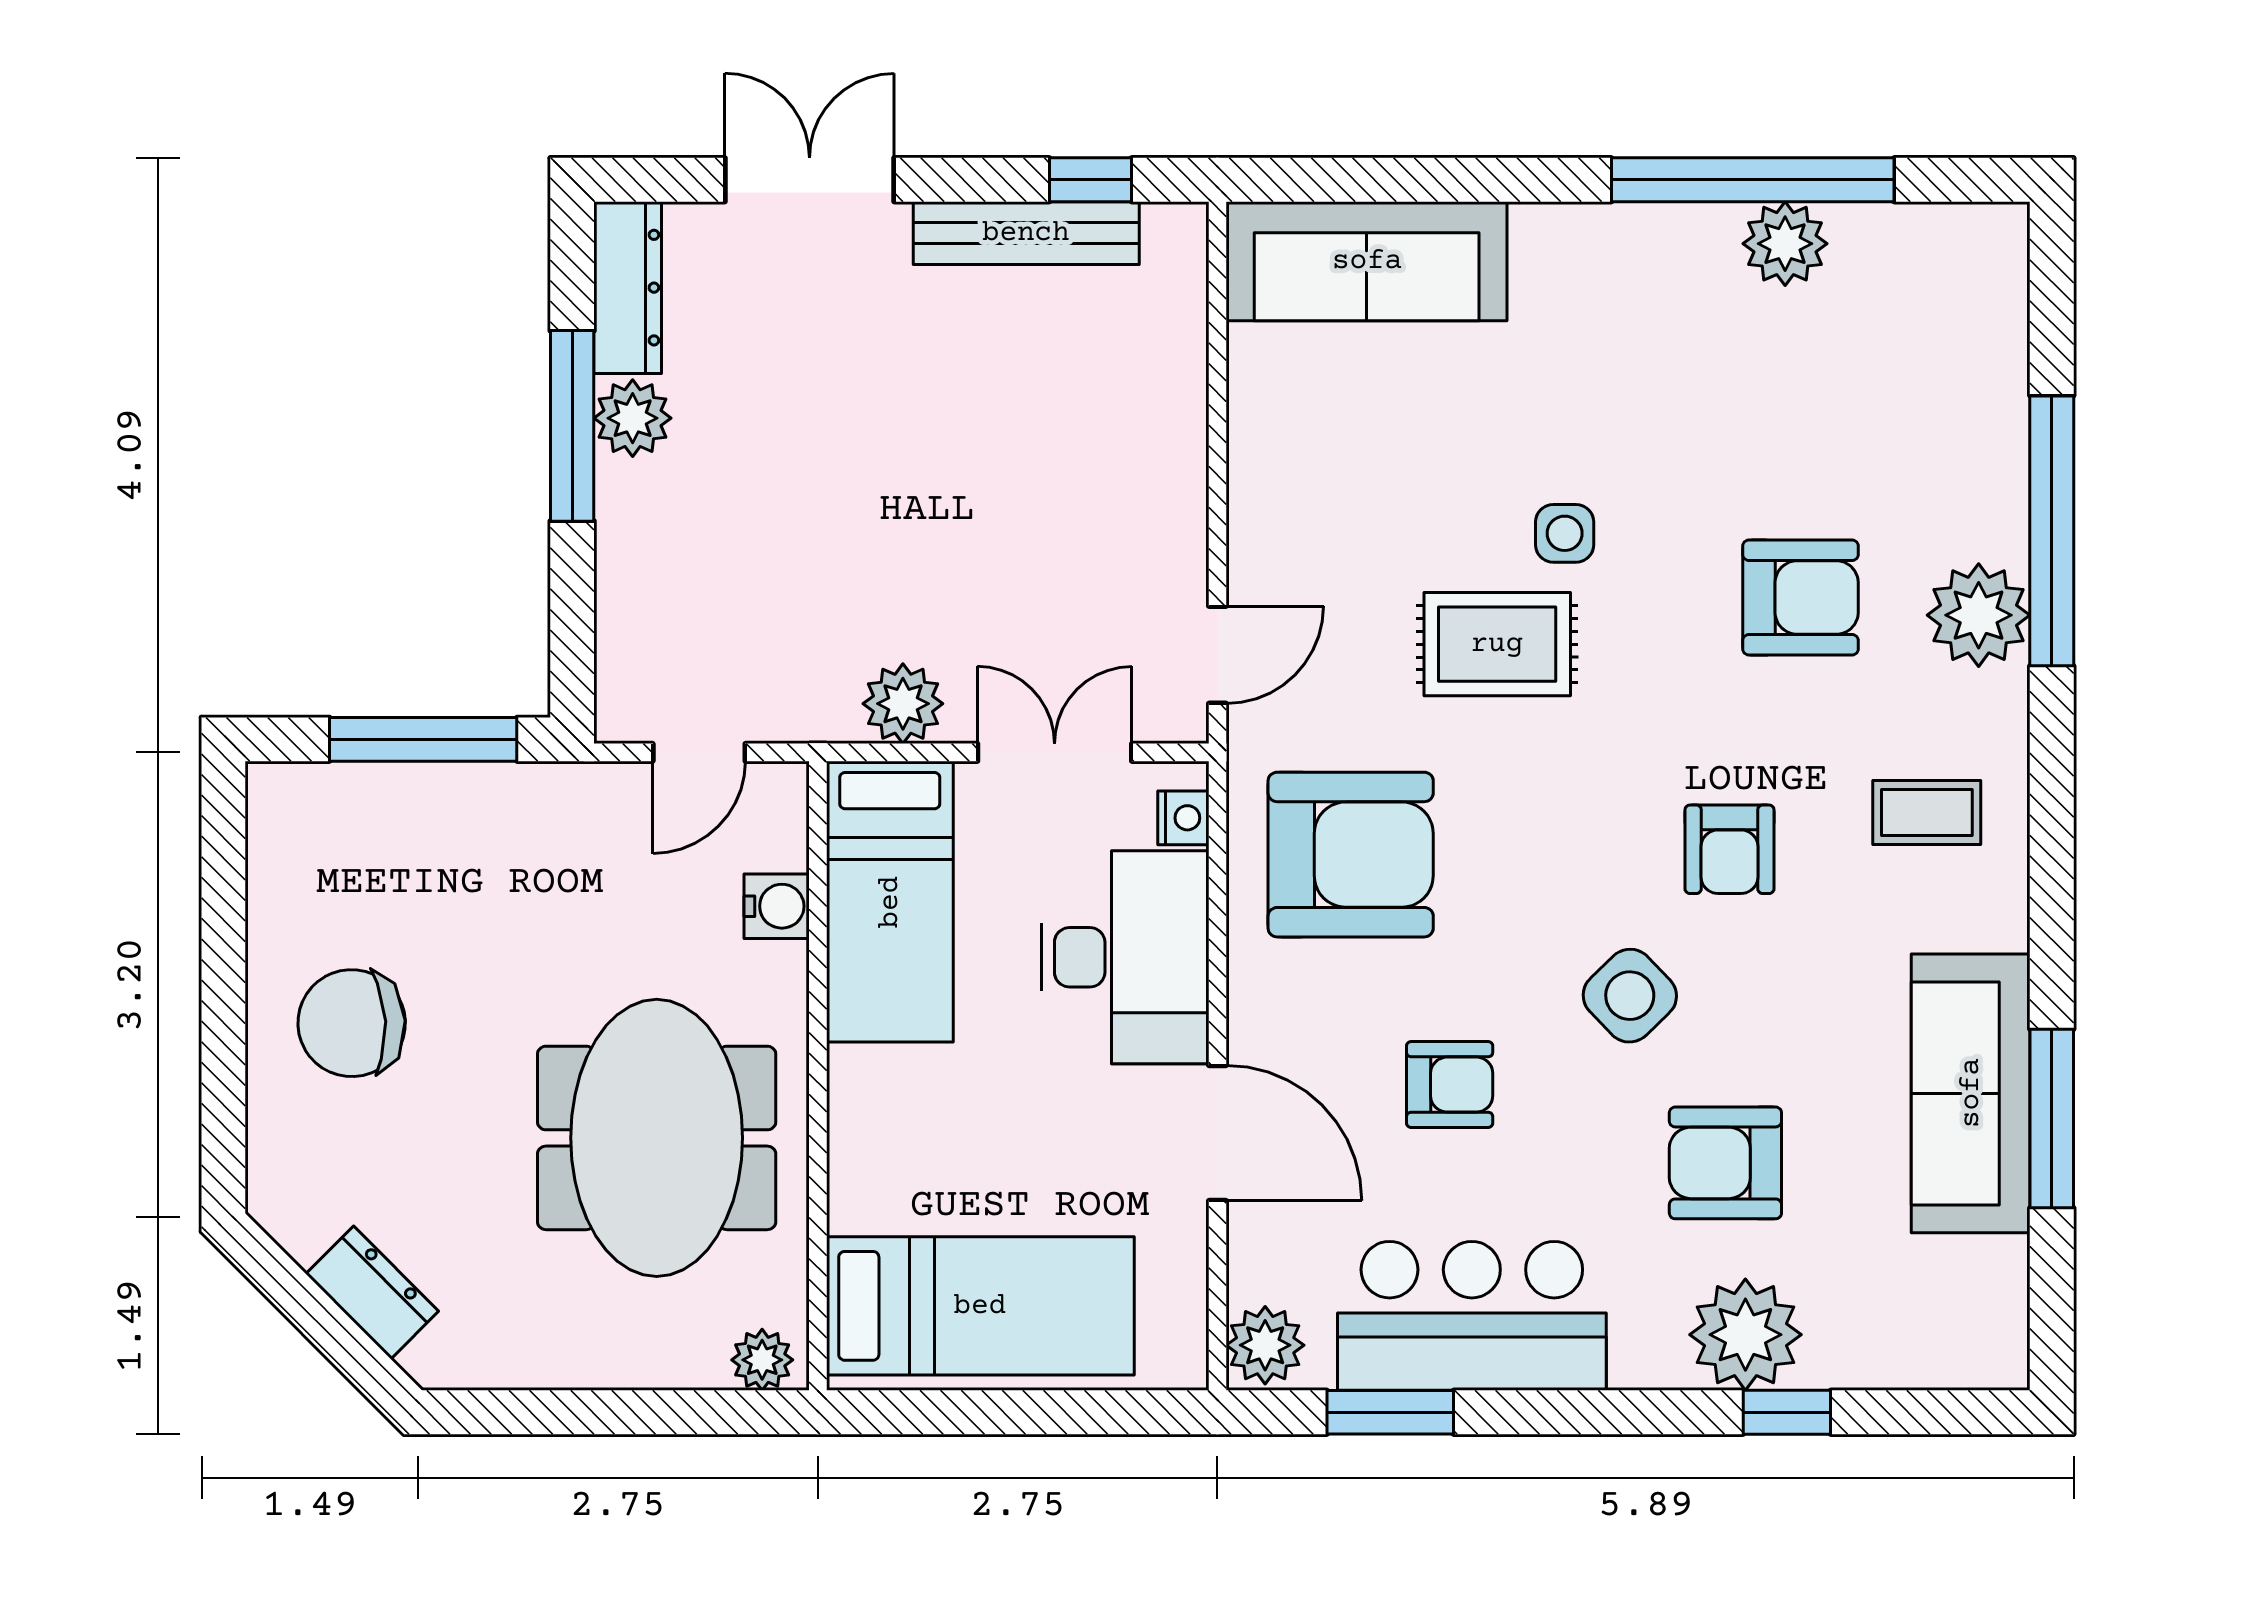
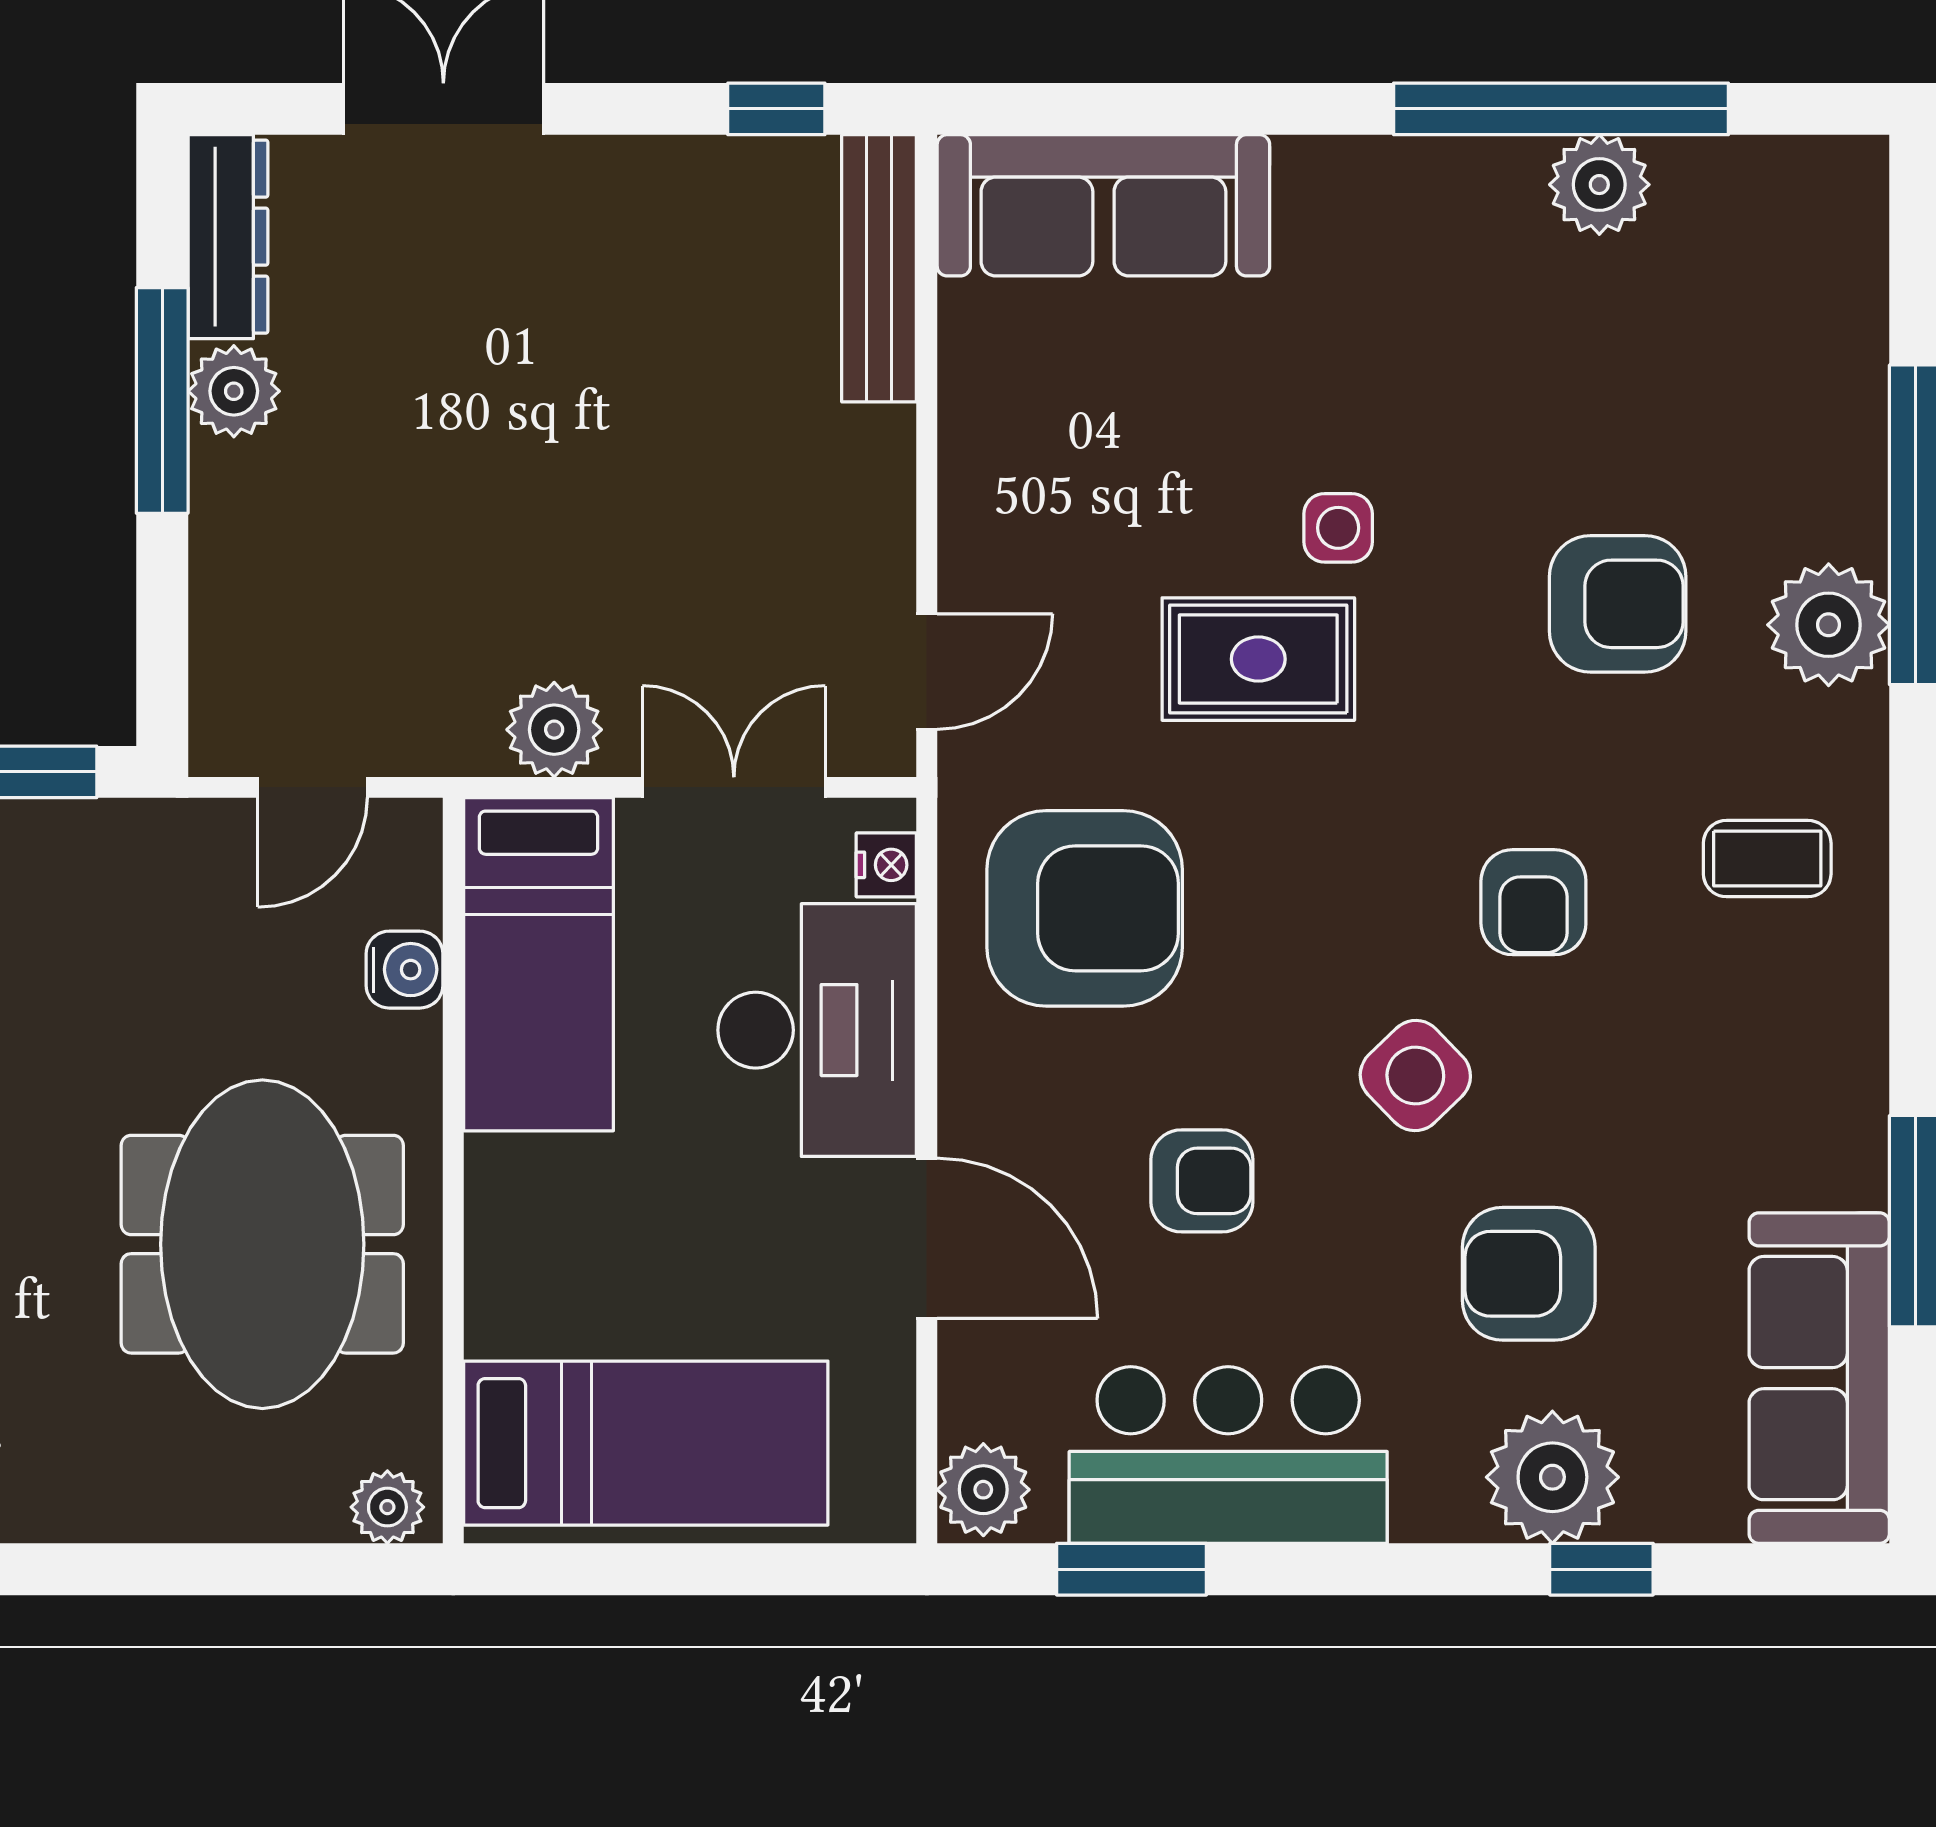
bench: (1026, 233) -> (879, 268), moved, turned 90
sofa: (1971, 1093) -> (1819, 1378), moved

